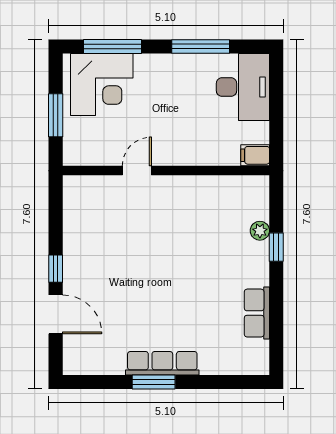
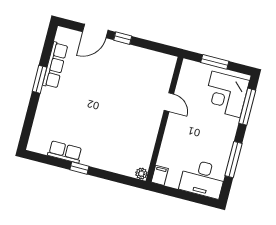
plant: (260, 231) -> (141, 174), moved
window: (276, 247) -> (79, 168), moved
row of seats: (162, 363) -> (55, 65), moved

